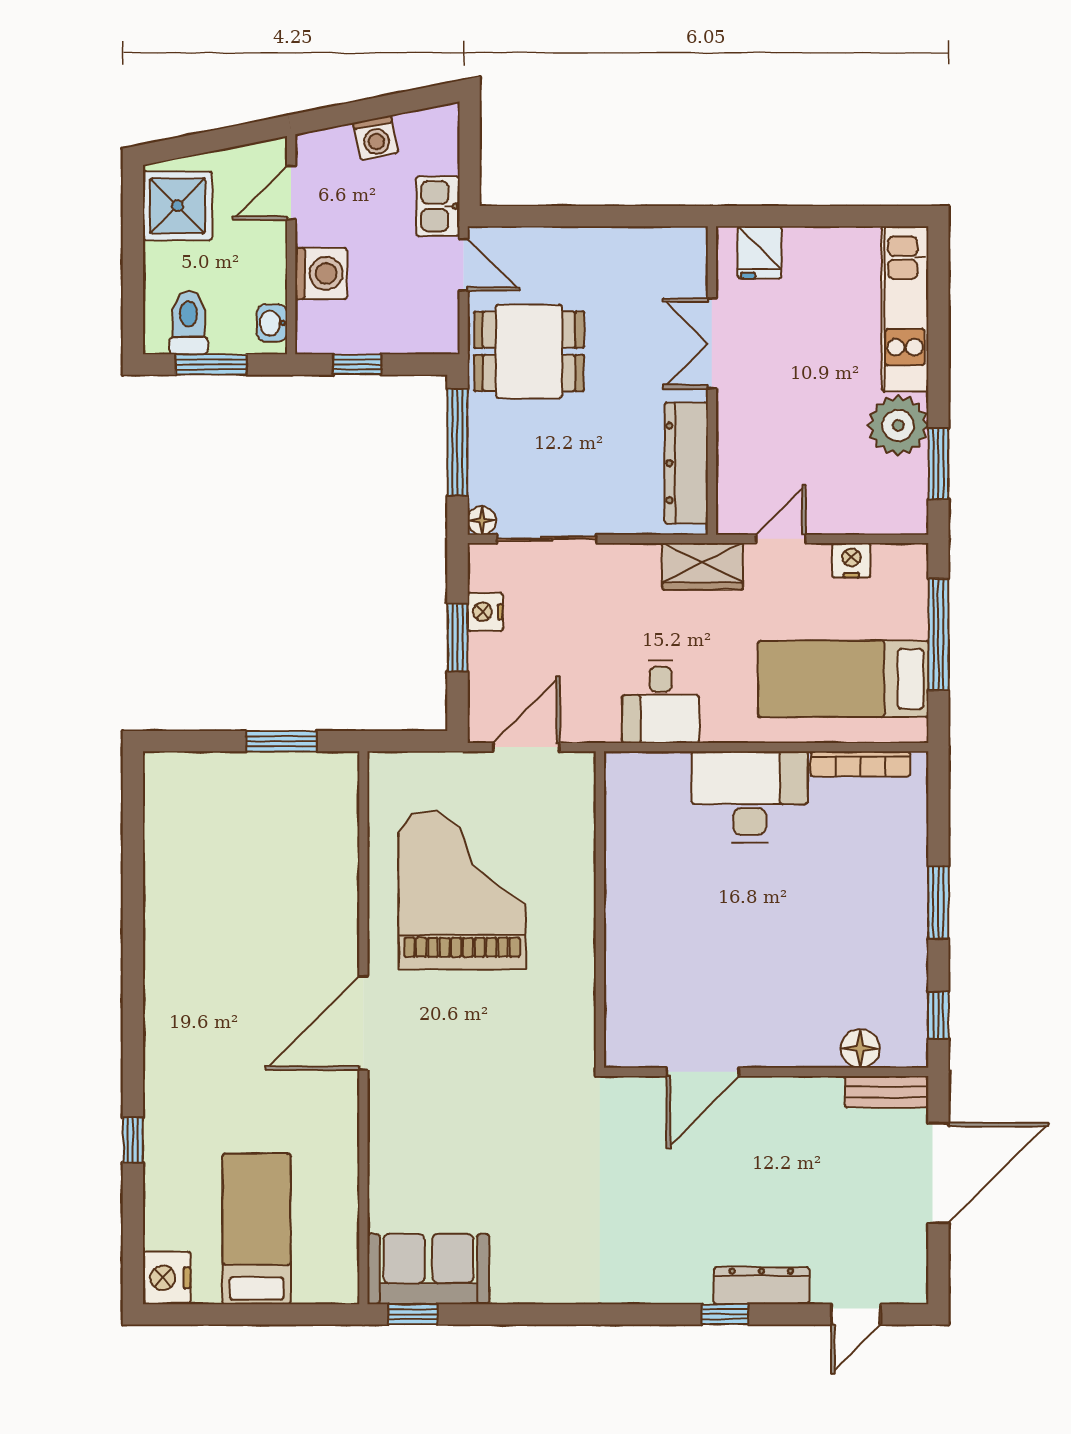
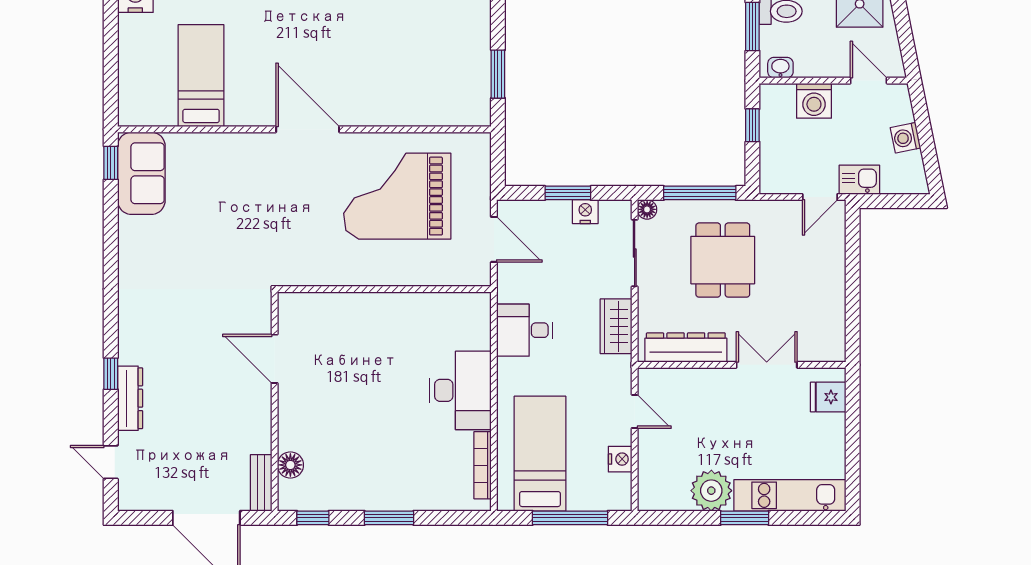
dining table: (529, 351) -> (723, 260), moved
window: (938, 464) -> (745, 518), moved
wardrobe: (703, 566) -> (616, 326), moved
grand piano: (462, 890) -> (397, 196), turned 180
bed: (257, 1229) -> (201, 76), moved, turned -90

